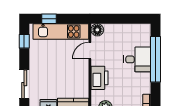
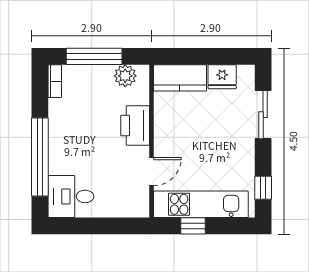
window: (49, 19) -> (193, 226), moved
floor lamp: (97, 30) -> (139, 207), removed
desk: (137, 59) -> (71, 196), moved

